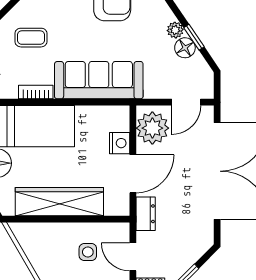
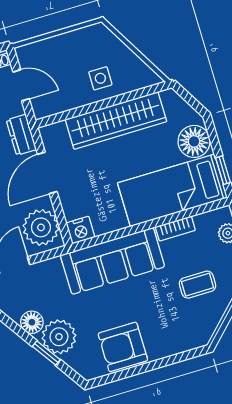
plant: (175, 30) -> (59, 337), width x1.88, depth x1.88
window: (194, 37) -> (46, 353), moved
nightstand: (120, 143) -> (80, 230), moved, turned -90
side table: (88, 252) -> (100, 78), moved

